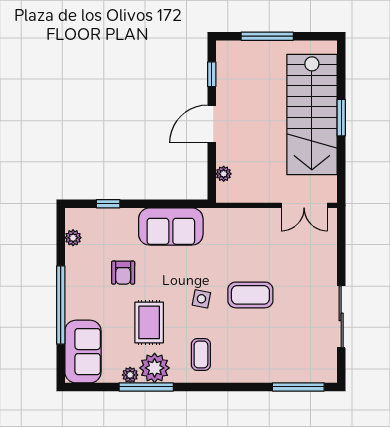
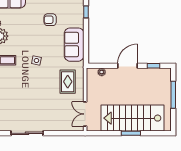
door: (212, 124) -> (128, 66), hinge flipped
coffee table: (250, 295) -> (38, 86), removed
rug: (149, 322) -> (68, 82), moved, turned 90

